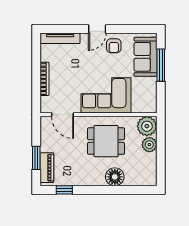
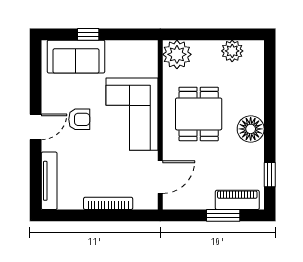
door: (97, 29) -> (36, 127), hinge flipped
armchair: (114, 46) -> (79, 119), moved
window: (161, 65) -> (88, 34), width x0.46
plant: (149, 145) -> (232, 51), moved
floor lamp: (115, 177) -> (251, 129), moved

